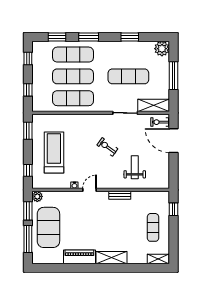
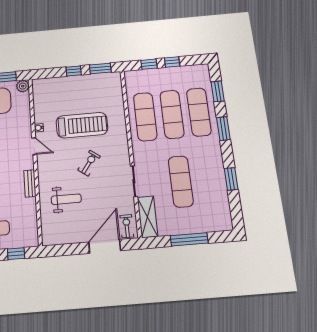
plant: (162, 49) -> (222, 221), removed
window: (28, 59) -> (172, 62), moved
treadmill: (54, 153) -> (82, 125), moved
window: (28, 170) -> (74, 71), moved

